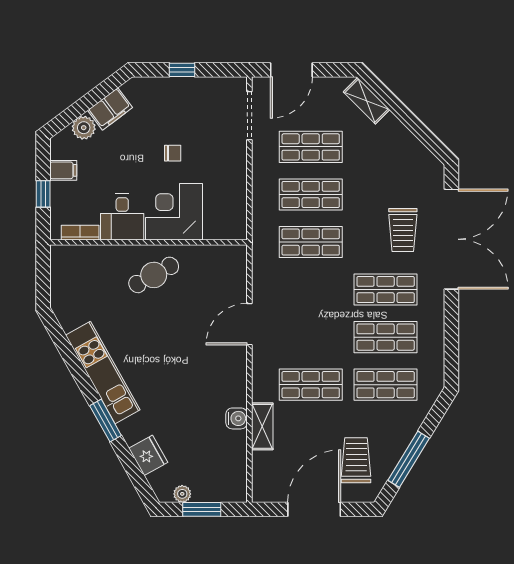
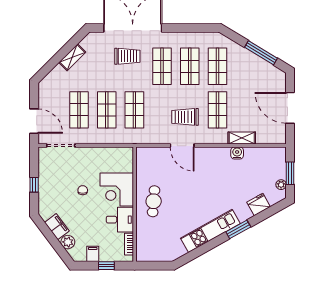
shelving: (367, 101) -> (72, 57), moved
cafe table: (154, 275) -> (154, 201), turned 34
trolley: (356, 460) -> (185, 117), moved

